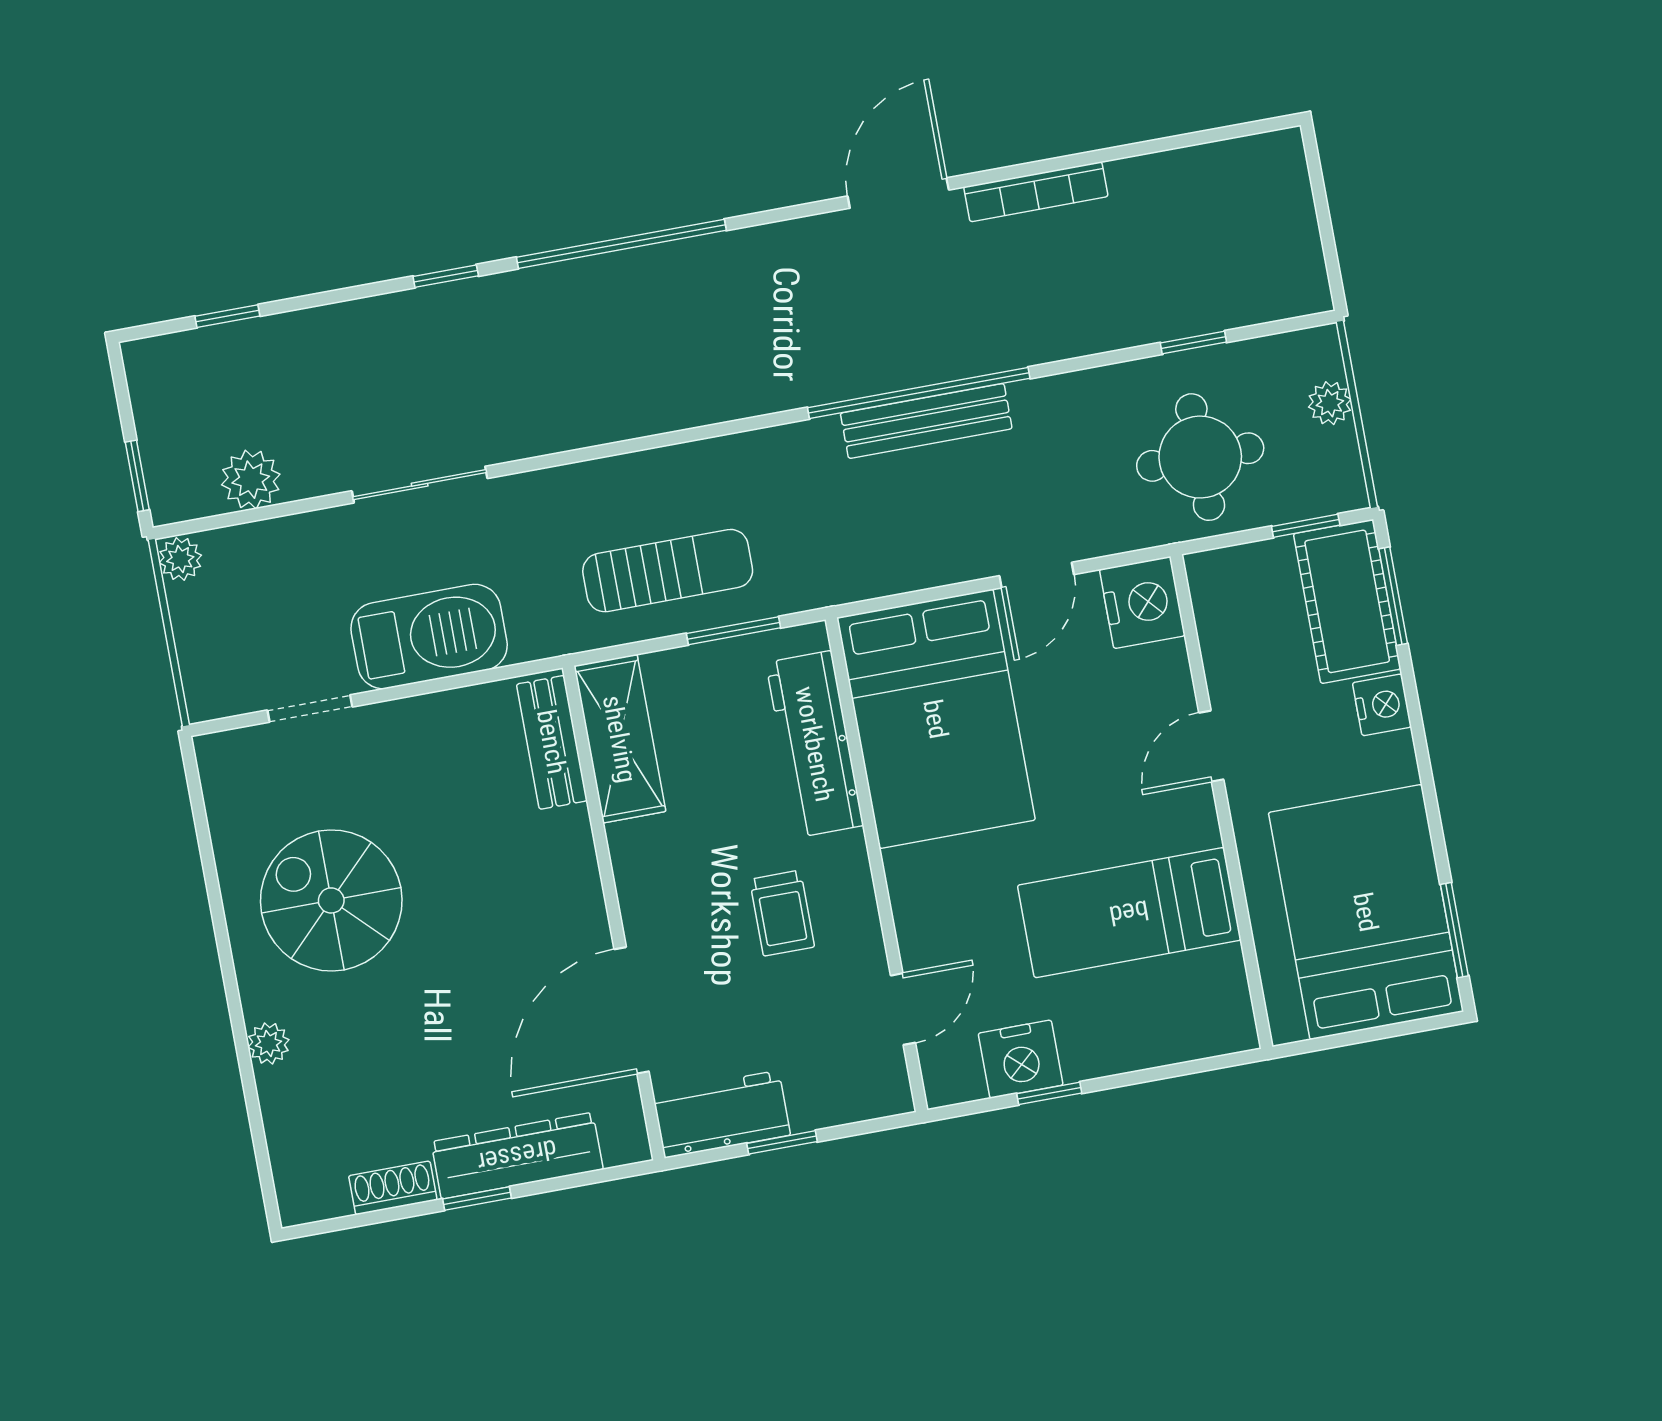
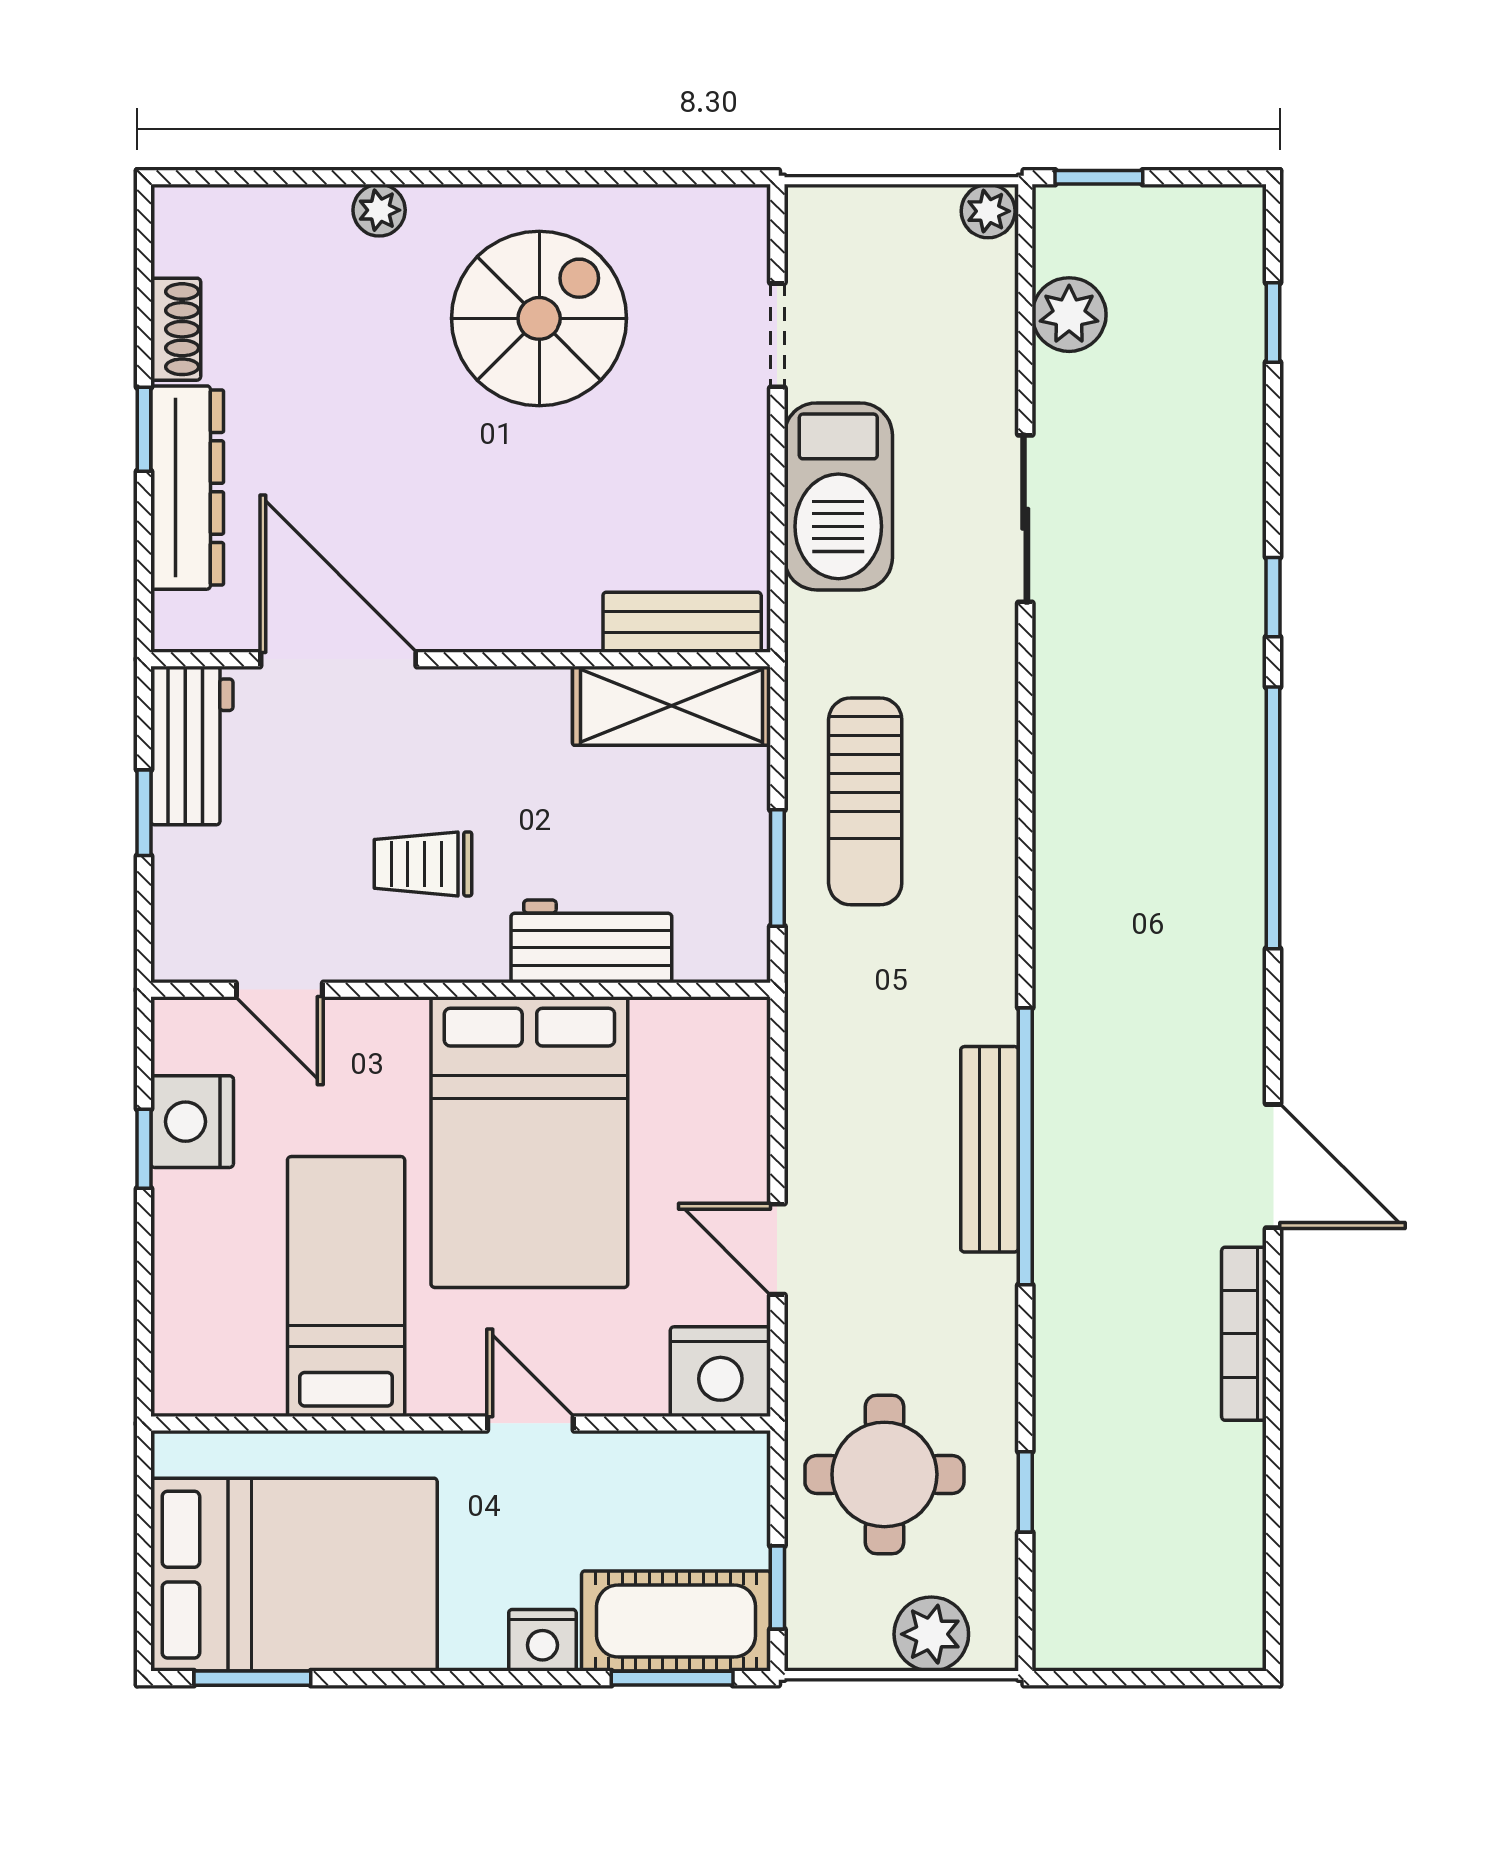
plant: (1330, 403) -> (931, 1634), width x1.38, depth x1.38
bed: (936, 719) -> (529, 1142), moved, turned -90
workbench: (815, 744) -> (591, 941), width x0.73

